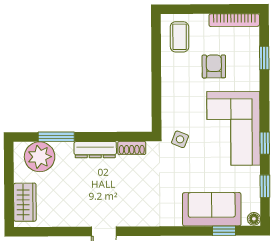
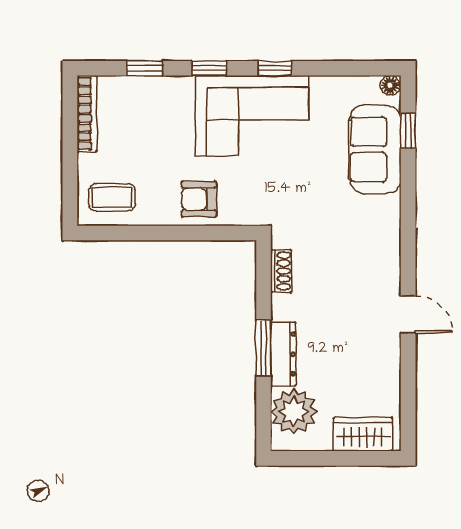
armchair: (214, 66) -> (199, 199), moved
window: (56, 137) -> (264, 348), moved
side table: (180, 139) -> (268, 197), removed
dresser: (95, 150) -> (283, 354), moved
window: (265, 186) -> (209, 68), moved

